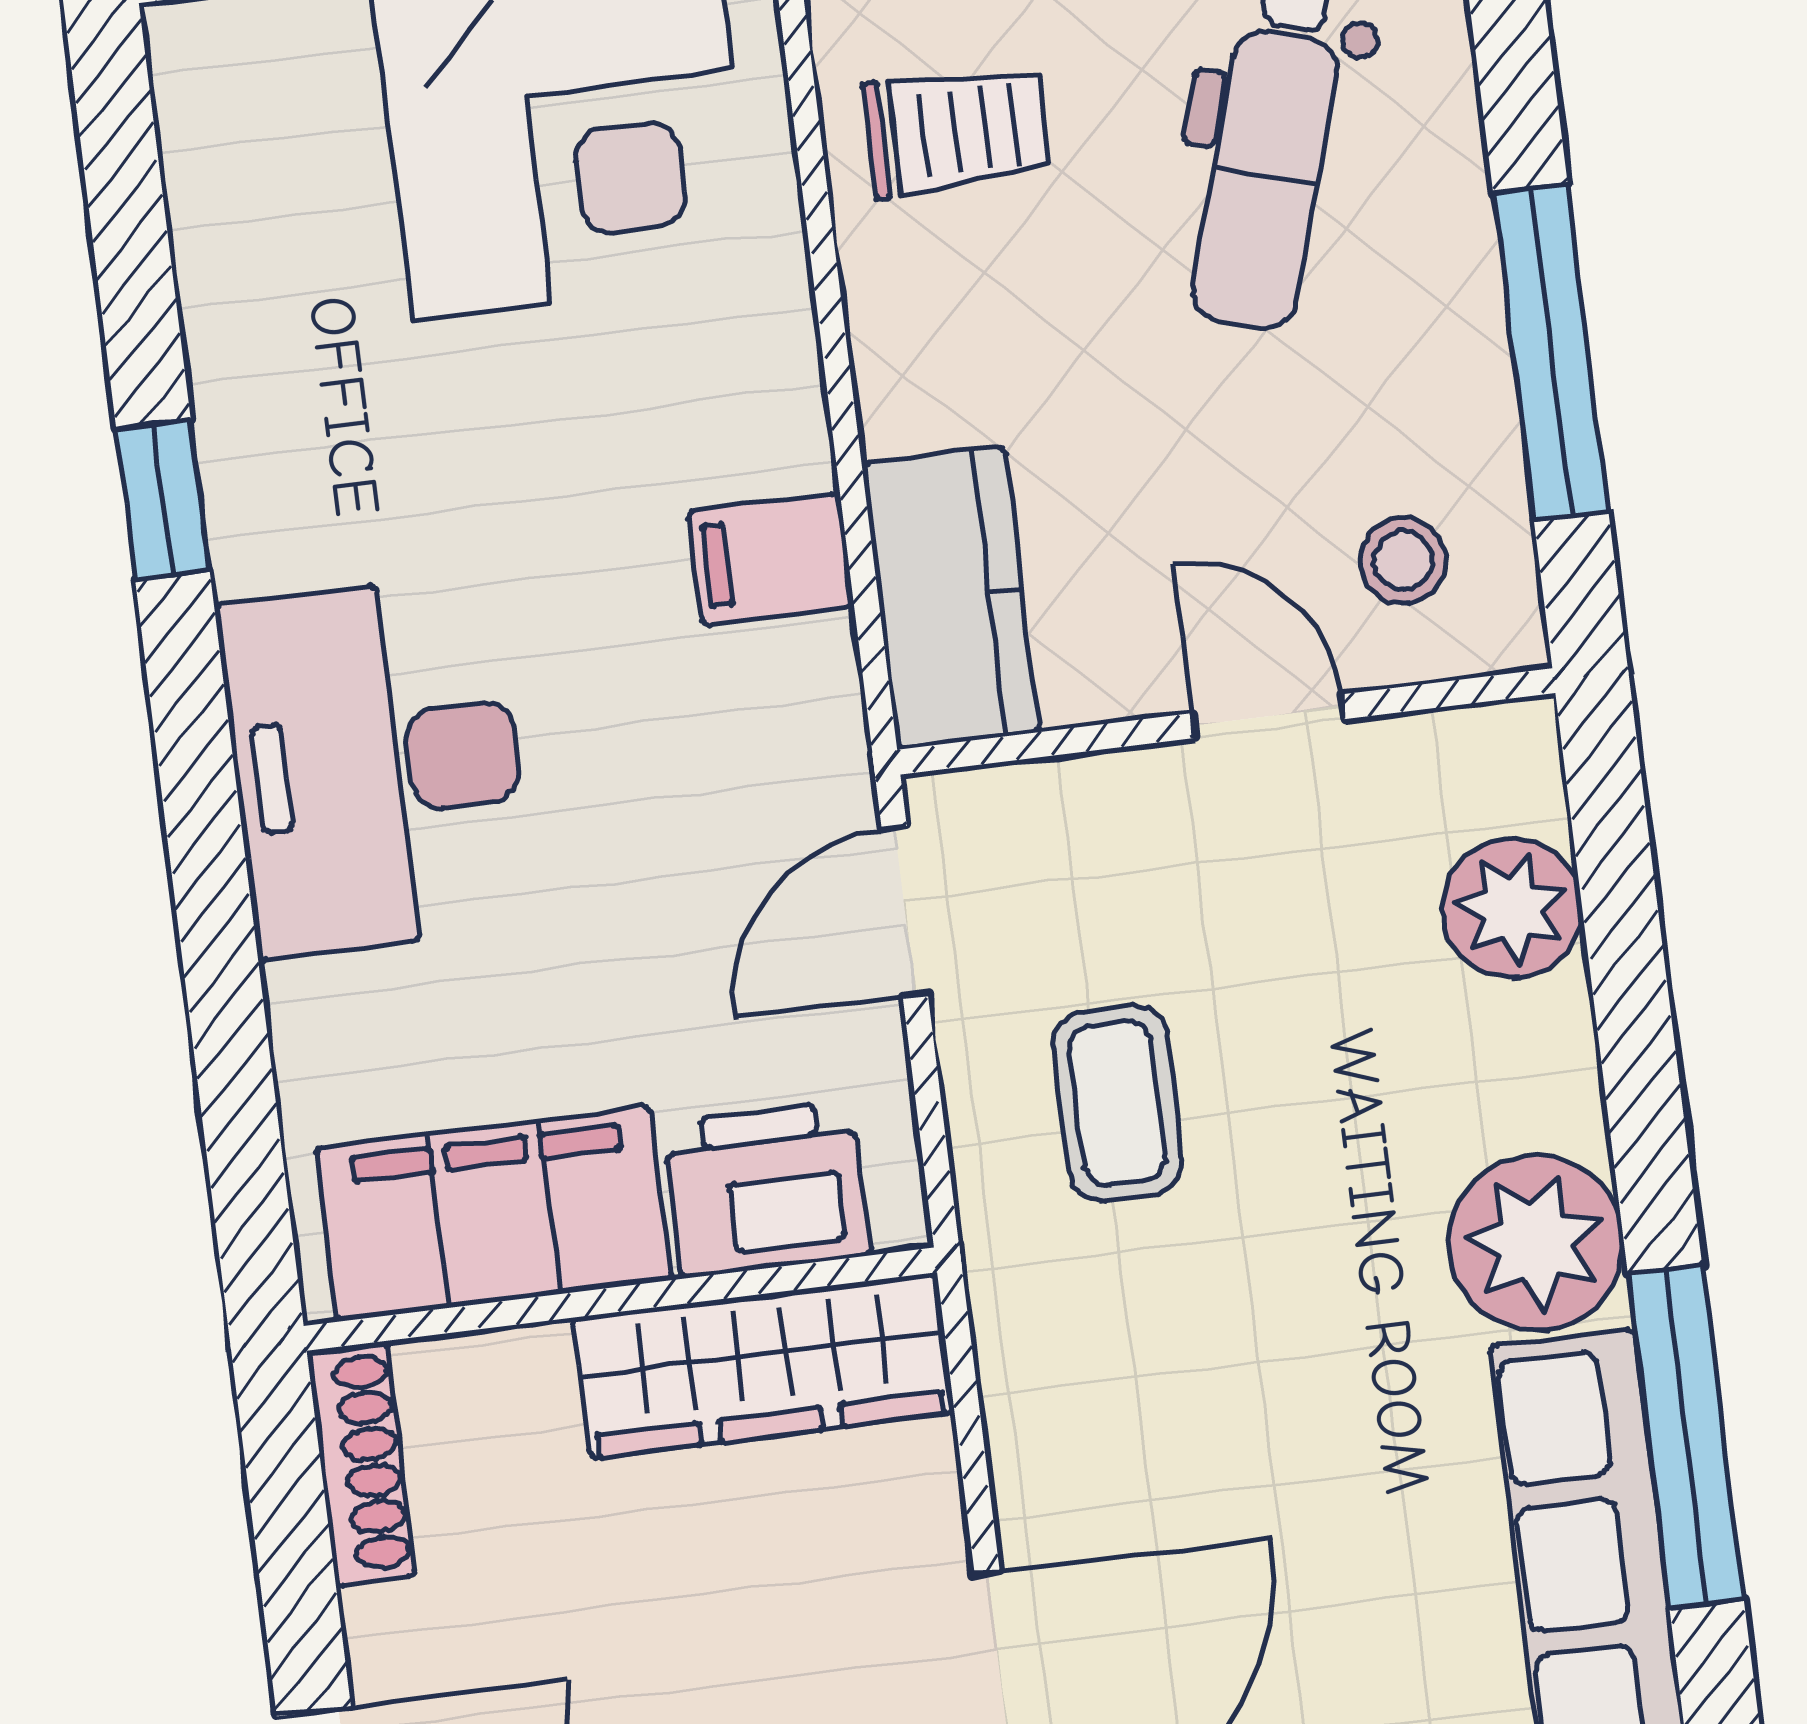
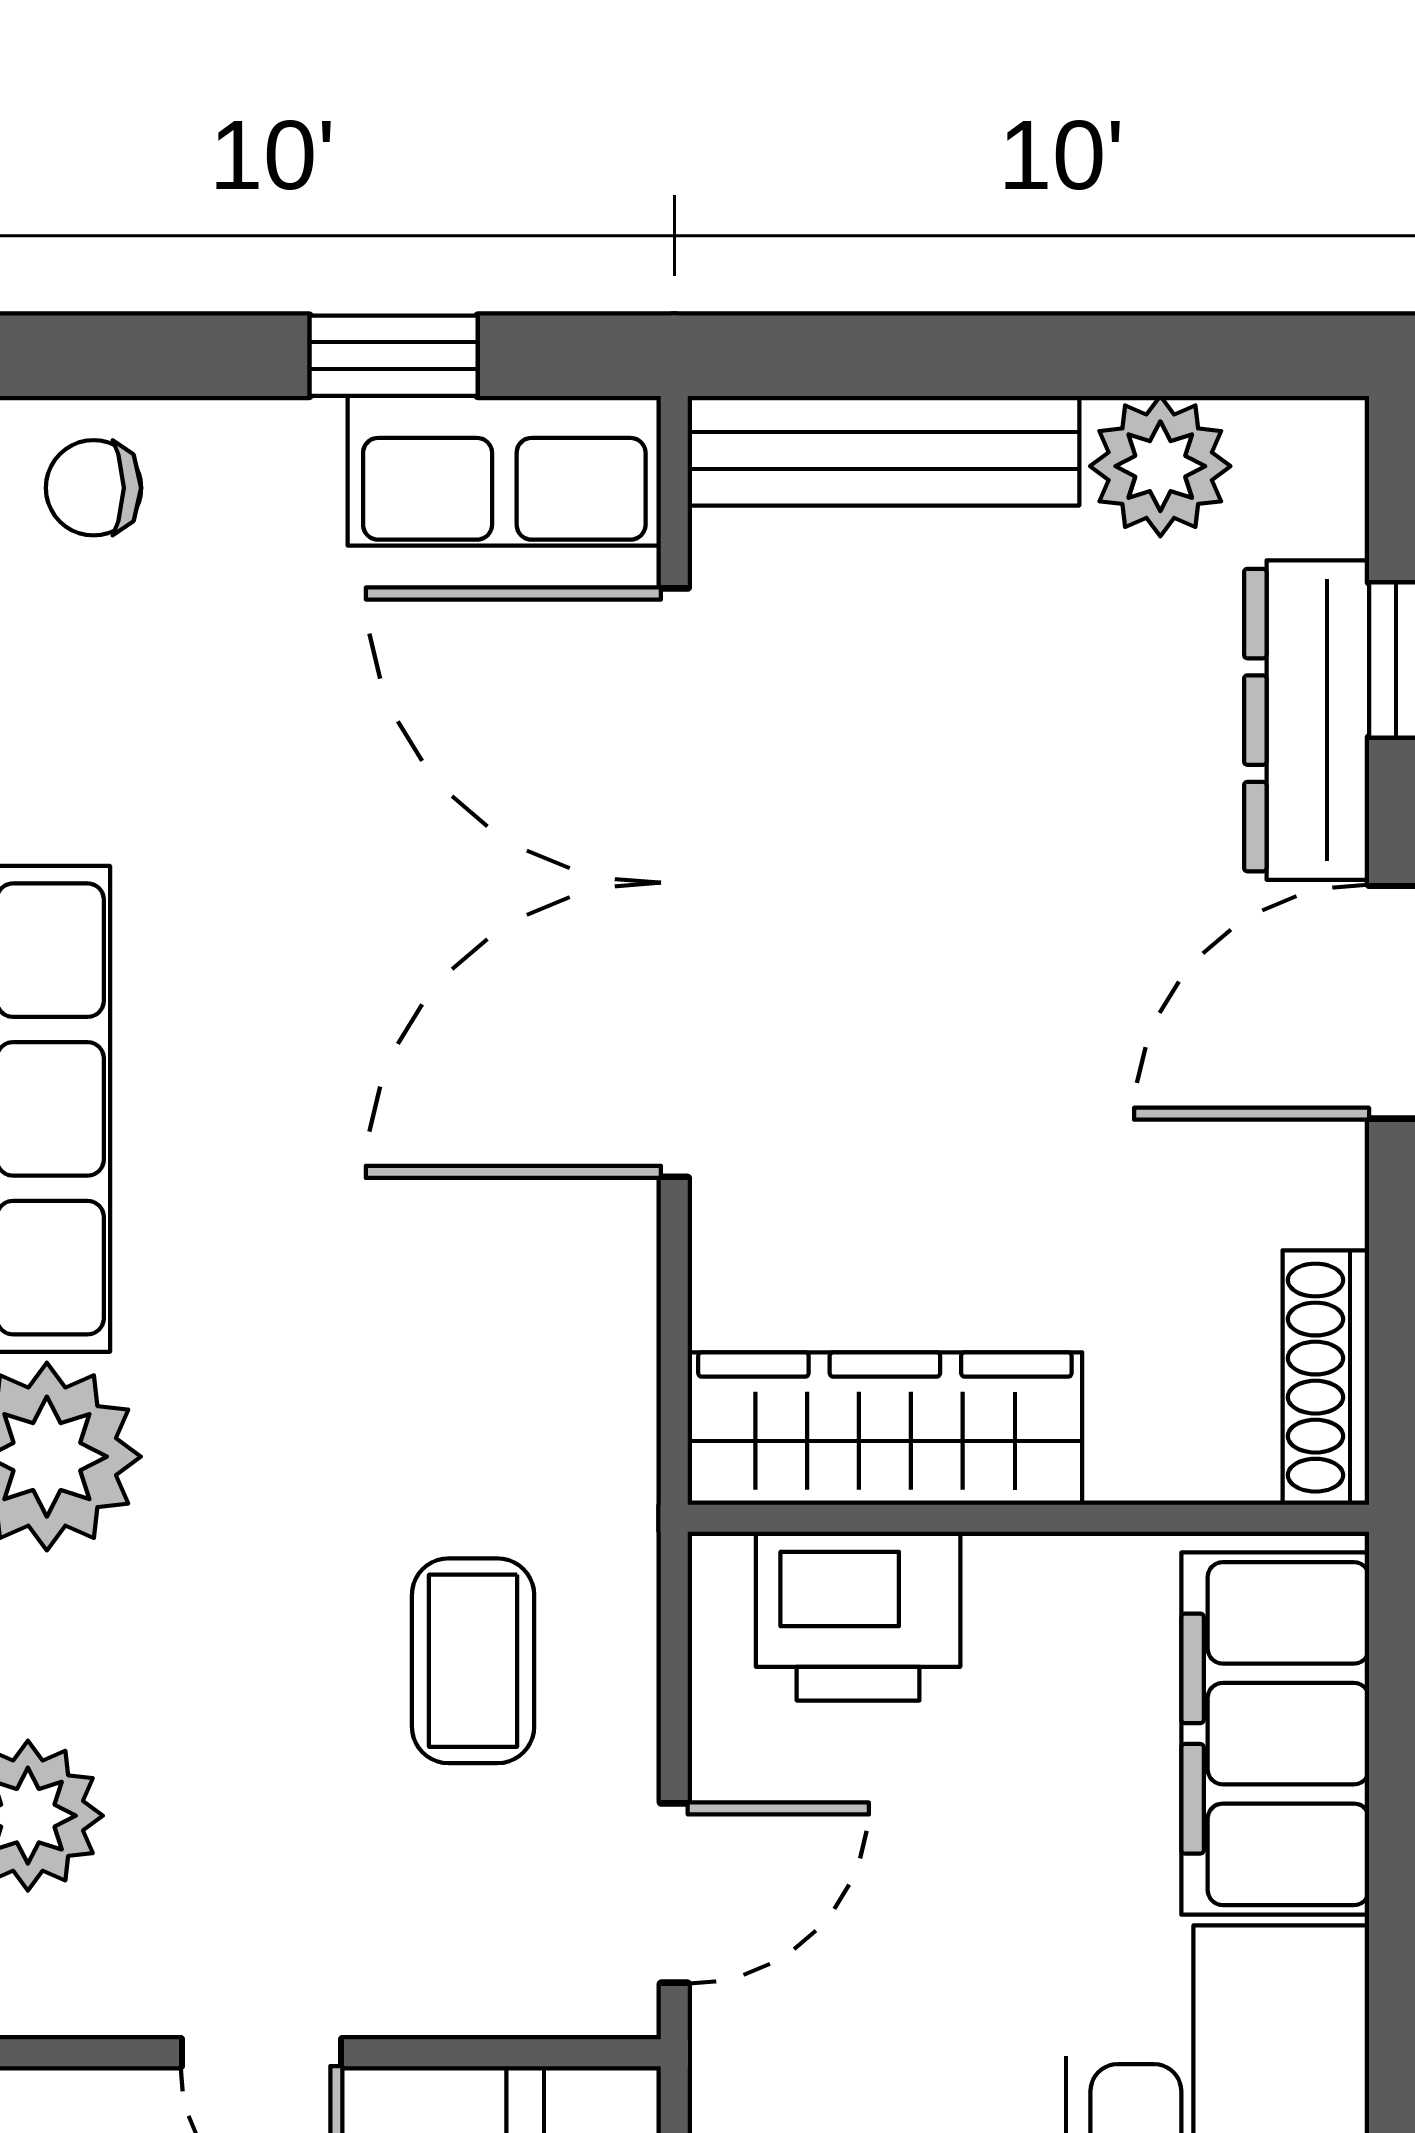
filing cabinet: (493, 1214) -> (1275, 1734), moved, turned 90

